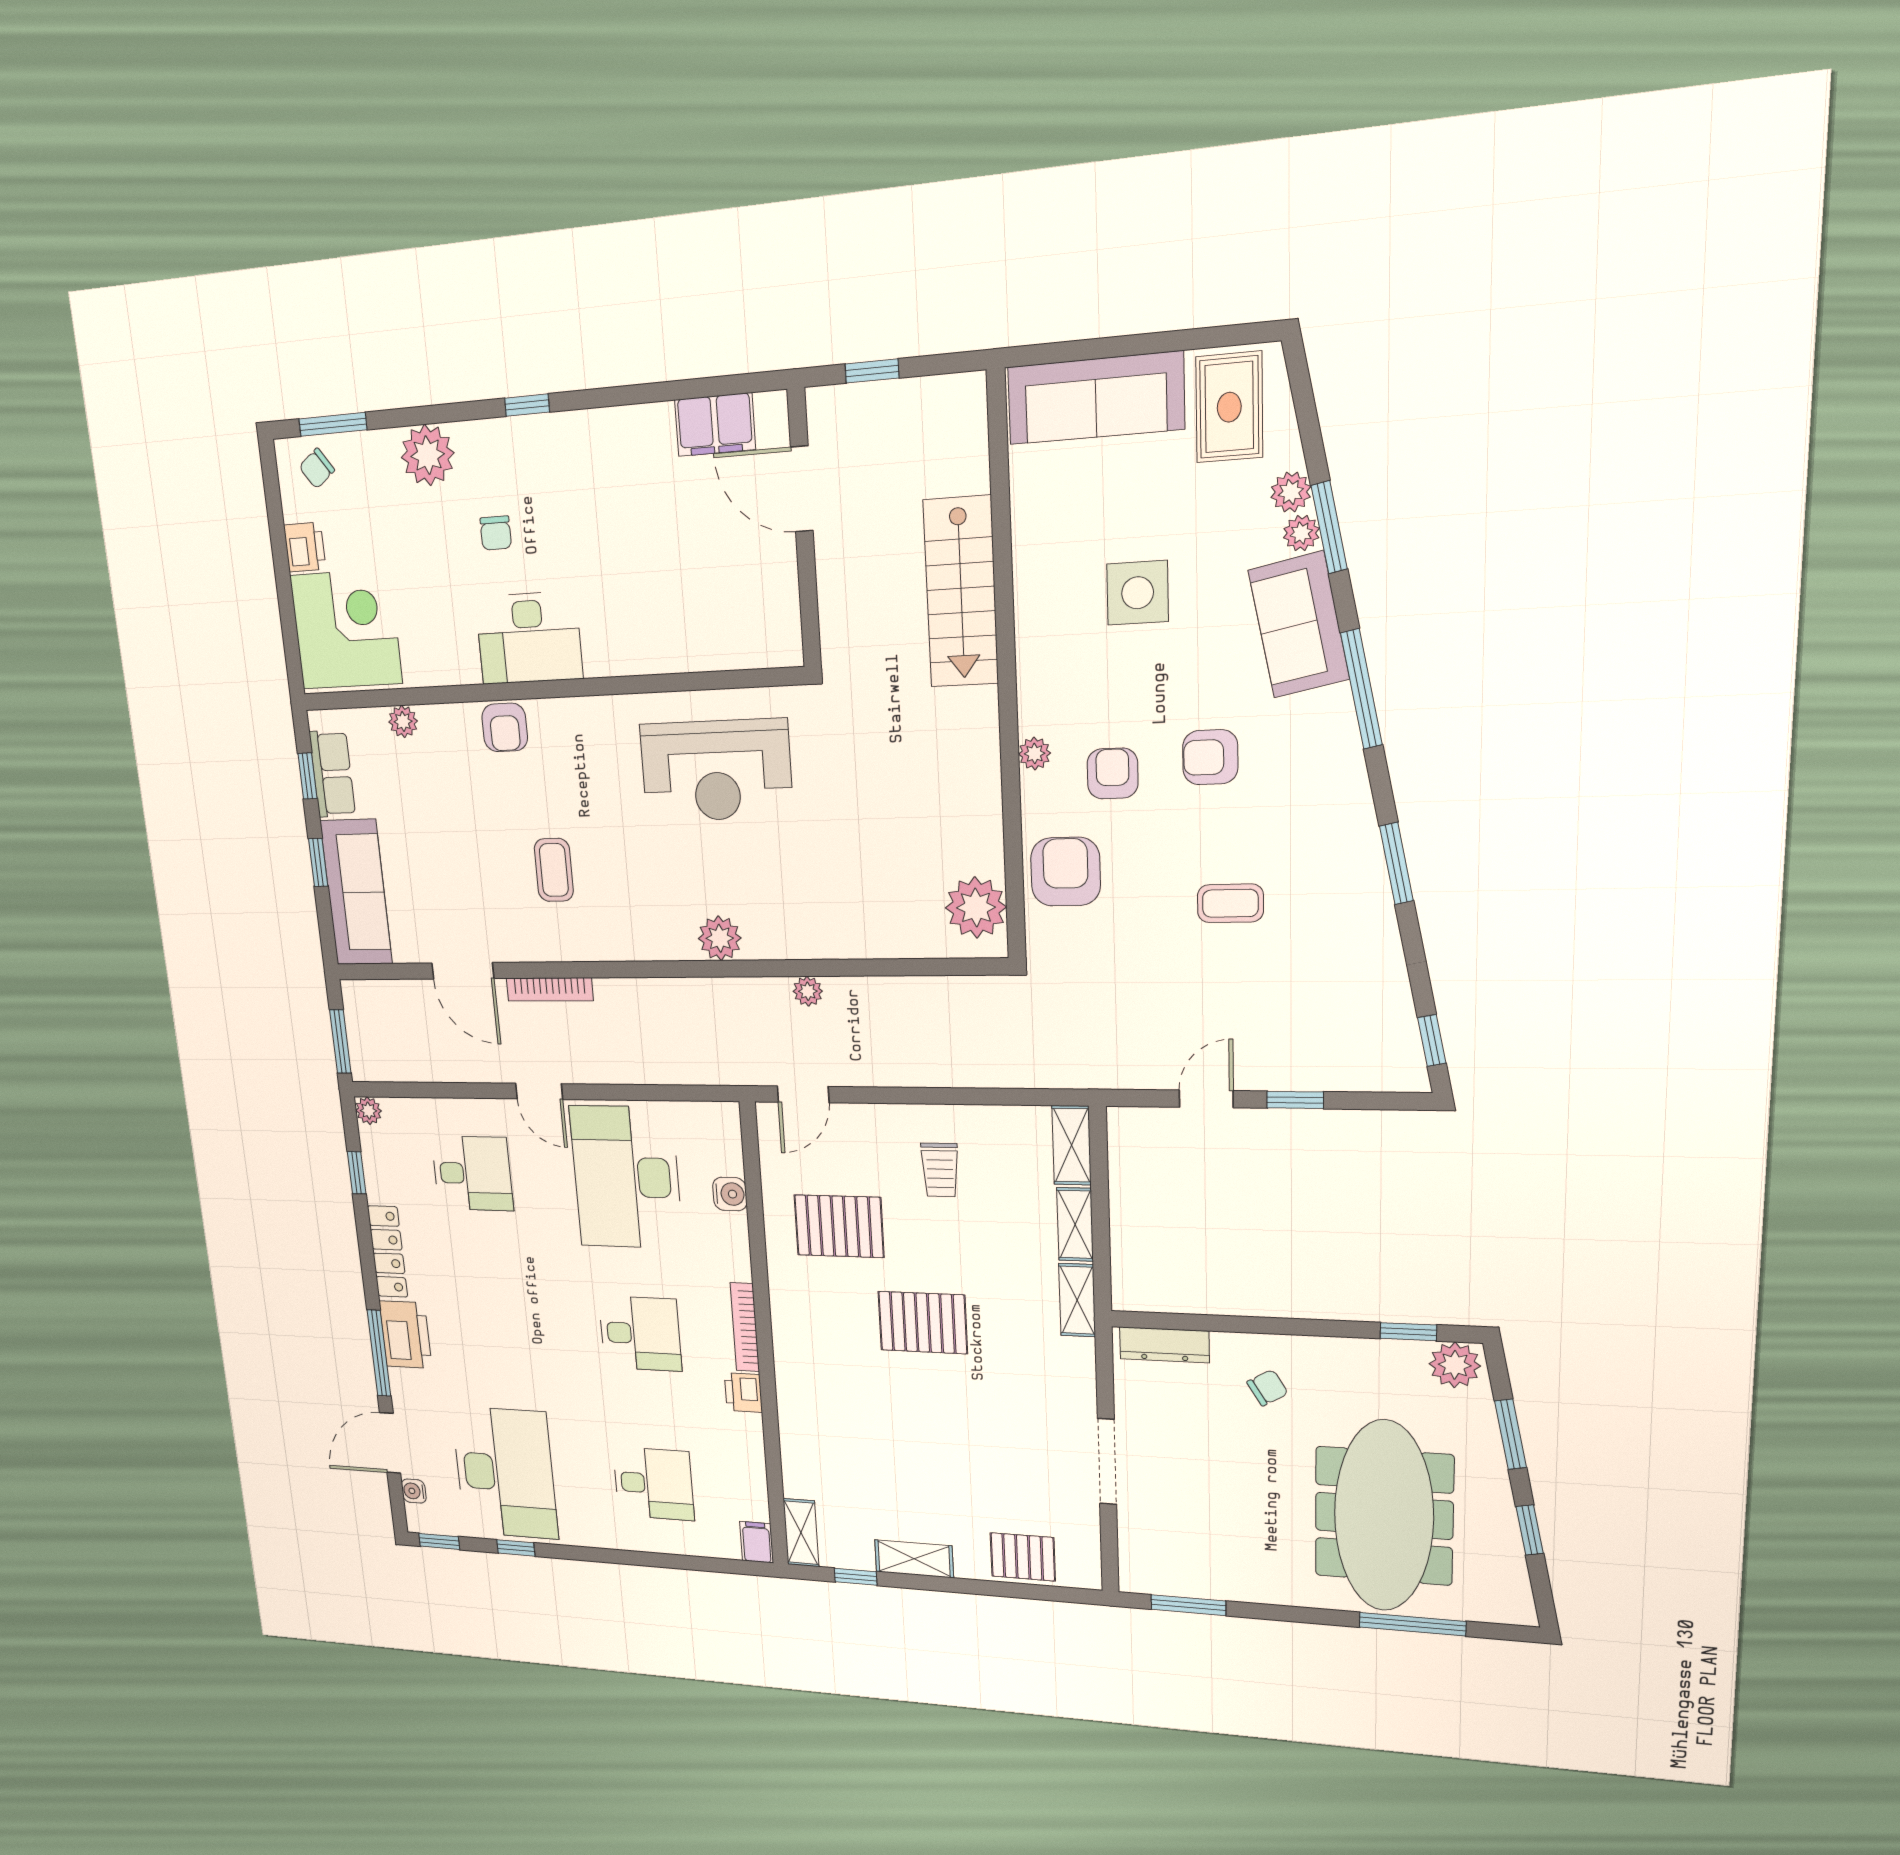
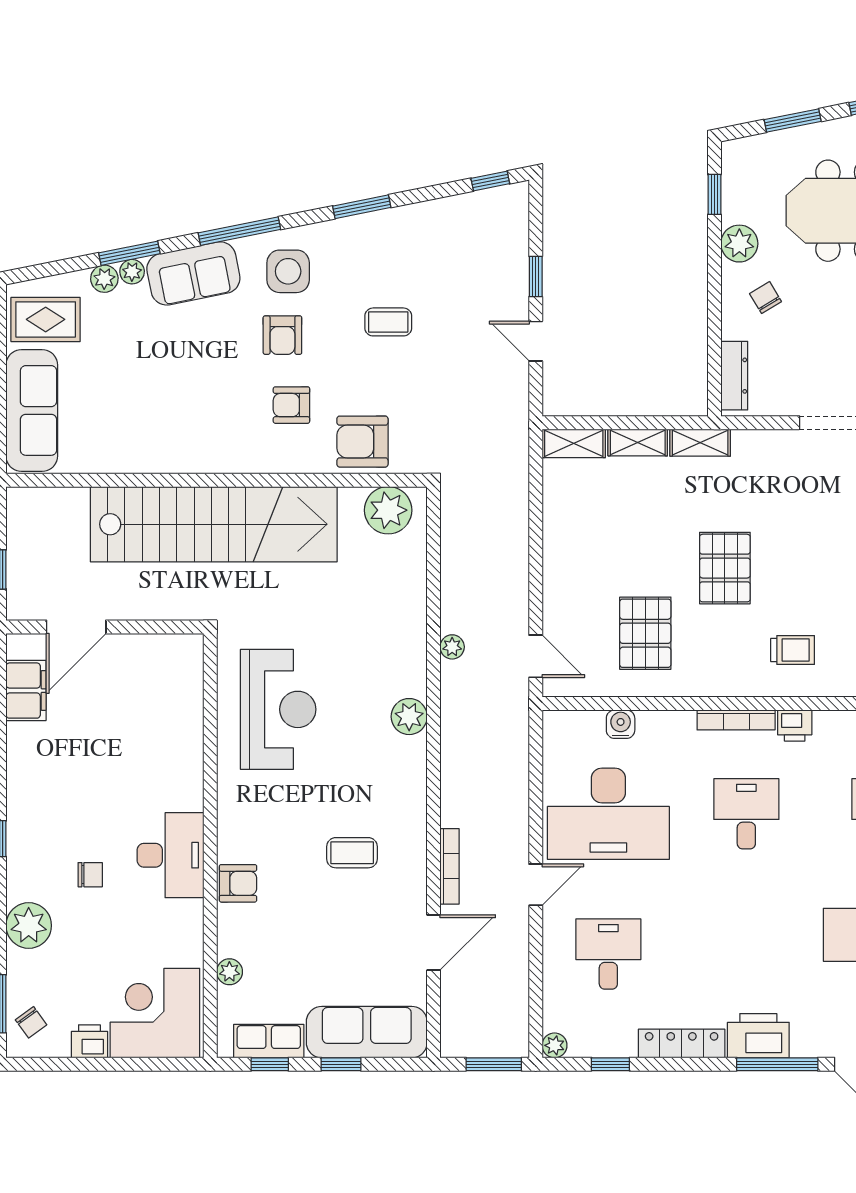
stairs: (961, 592) -> (214, 524), width x1.86, depth x1.51
side table: (1138, 593) -> (288, 271), moved
plant: (1035, 754) -> (275, 462), removed
coffee table: (1230, 903) -> (388, 322), turned 90
trolley: (940, 1170) -> (793, 650), moved
plant: (1455, 1365) -> (739, 244), moved

